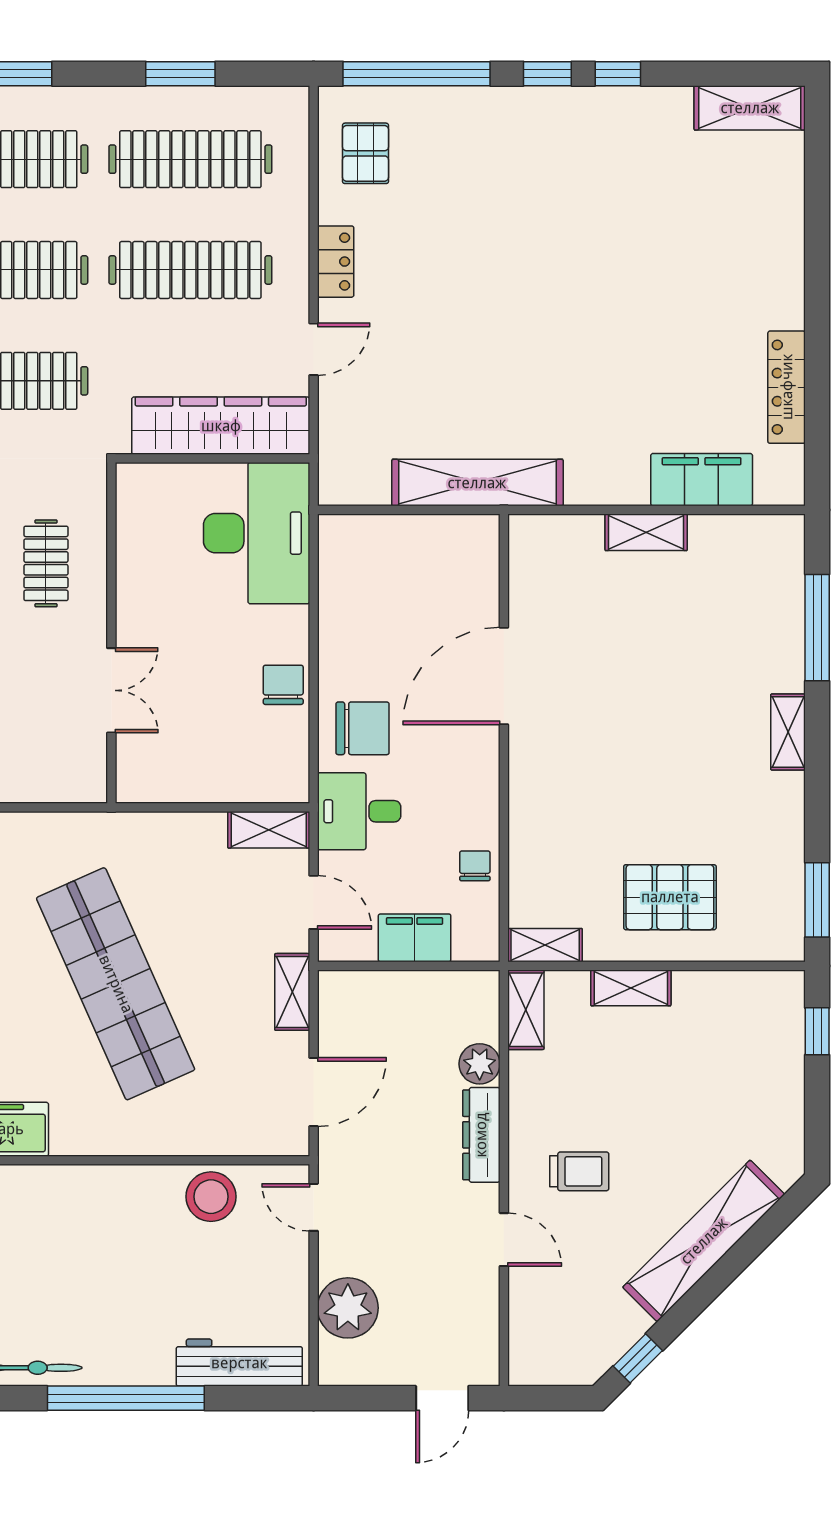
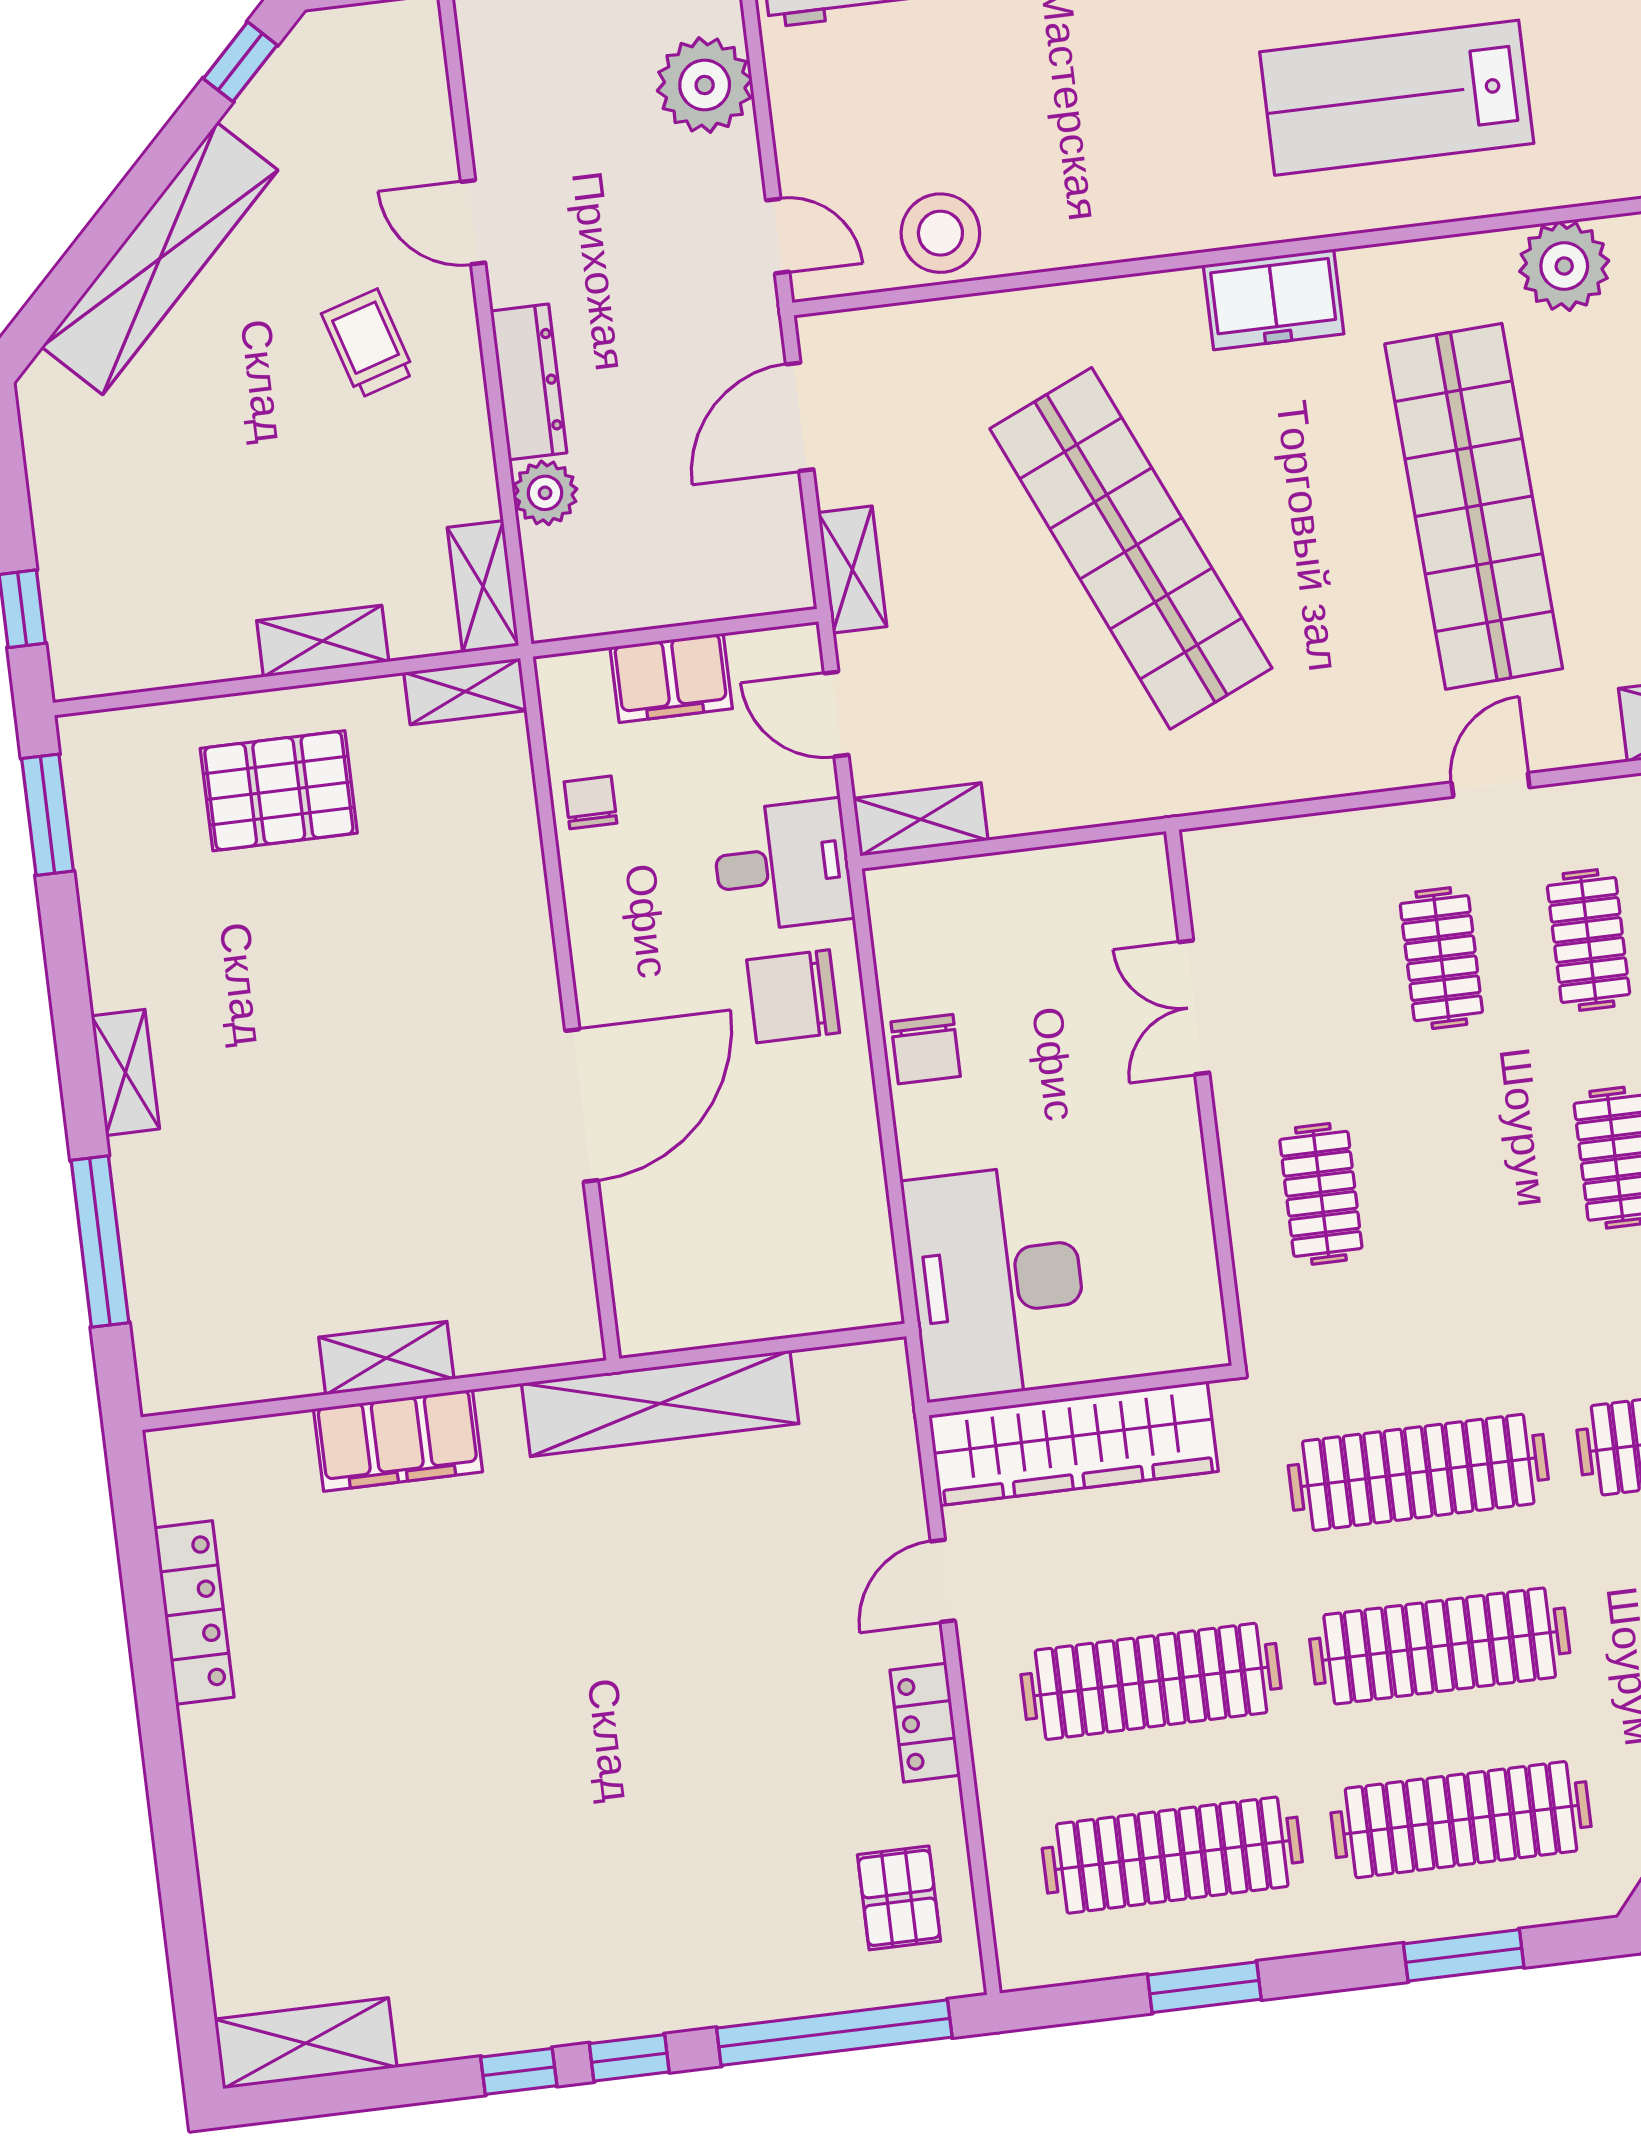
filing cabinet: (702, 480) -> (398, 1440), moved
chair: (475, 866) -> (591, 802), turned 180
trolley: (579, 1171) -> (368, 344), turned 73

